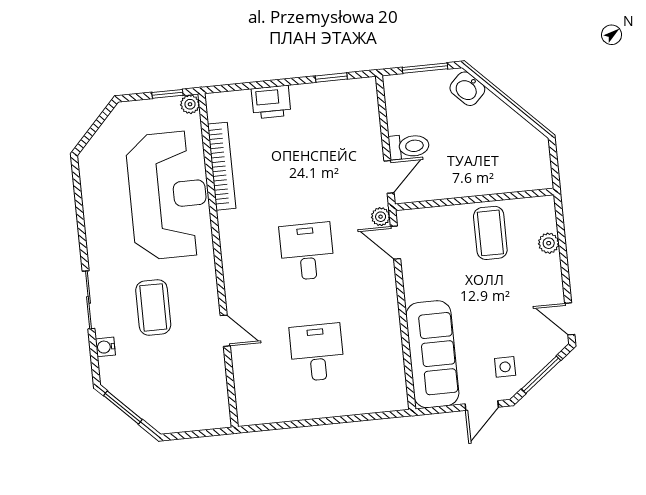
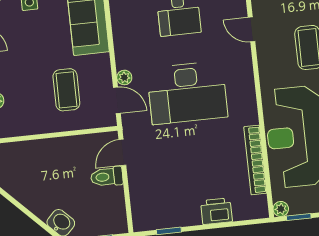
plant: (381, 217) -> (124, 77), moved
coffee table: (490, 233) -> (66, 90), moved
desk: (307, 251) -> (187, 93), width x1.87, depth x1.30

